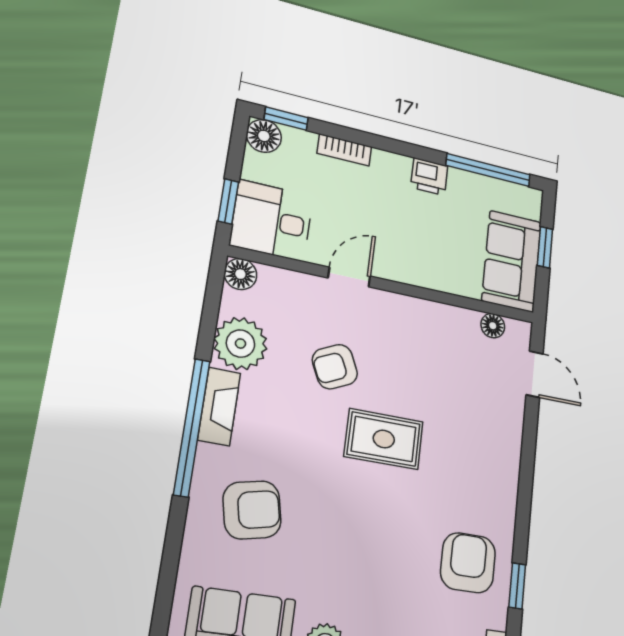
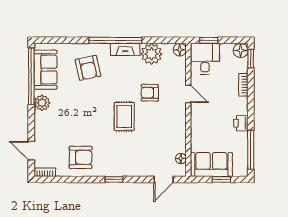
armchair: (335, 367) -> (150, 93), turned -65
window: (517, 586) -> (114, 179), moved

